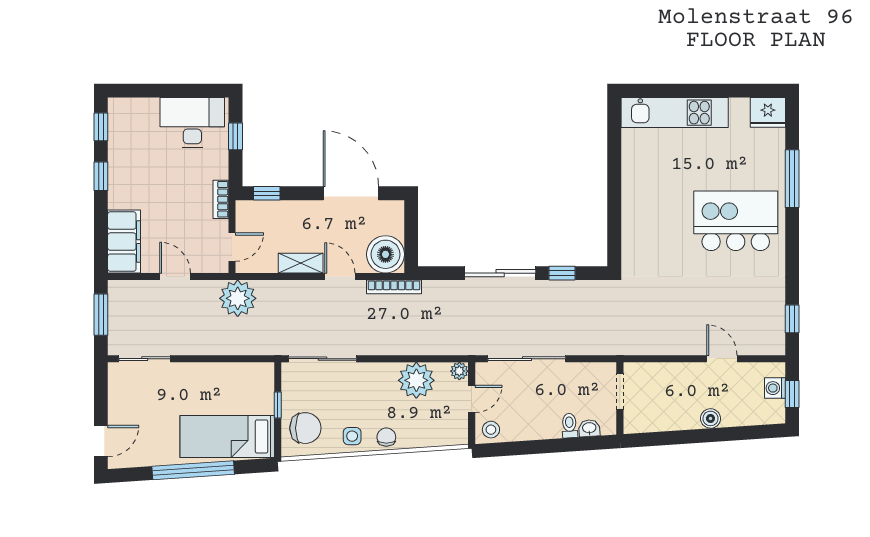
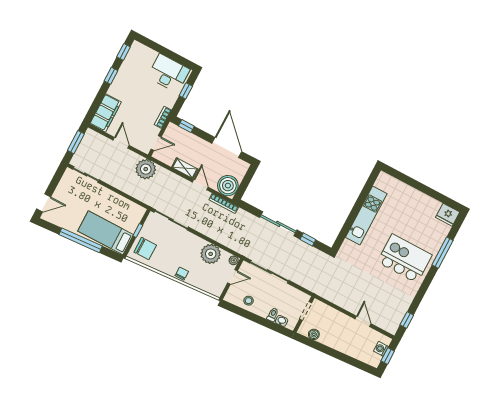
kitchen unit: (675, 113) -> (366, 215), moved, turned -90
boiler: (710, 418) -> (314, 334), moved
stool: (491, 430) -> (249, 301), moved
side table: (352, 436) -> (166, 264), removed

